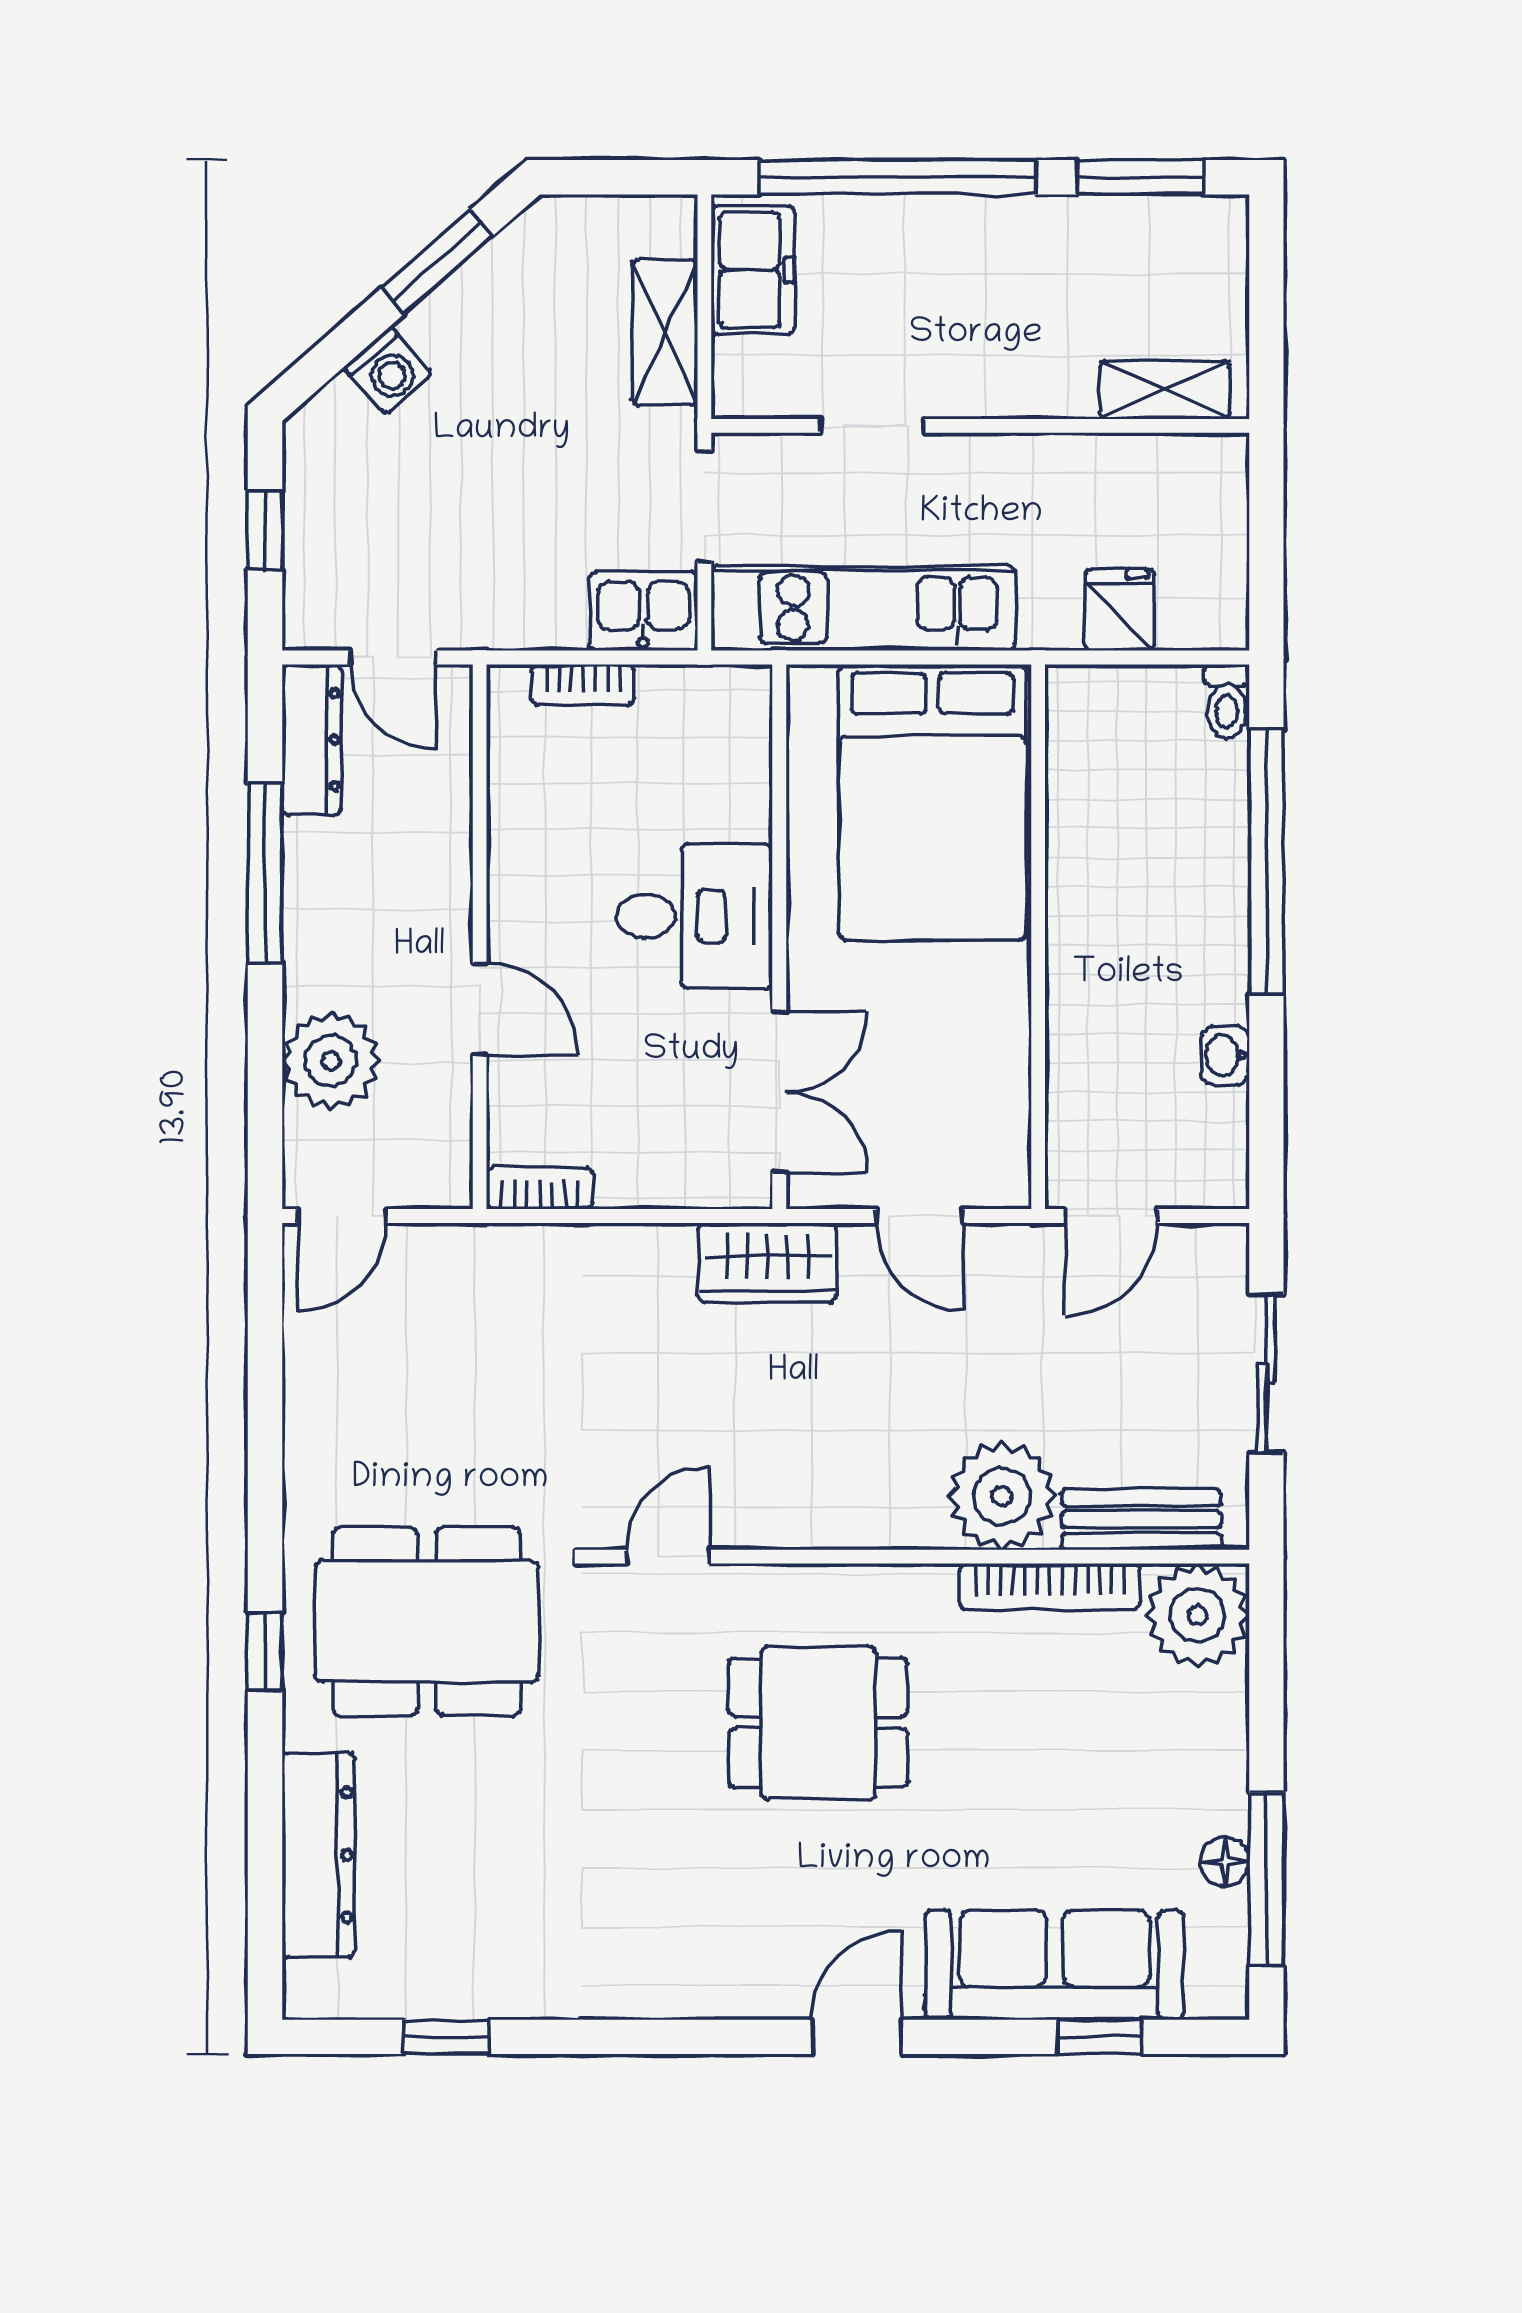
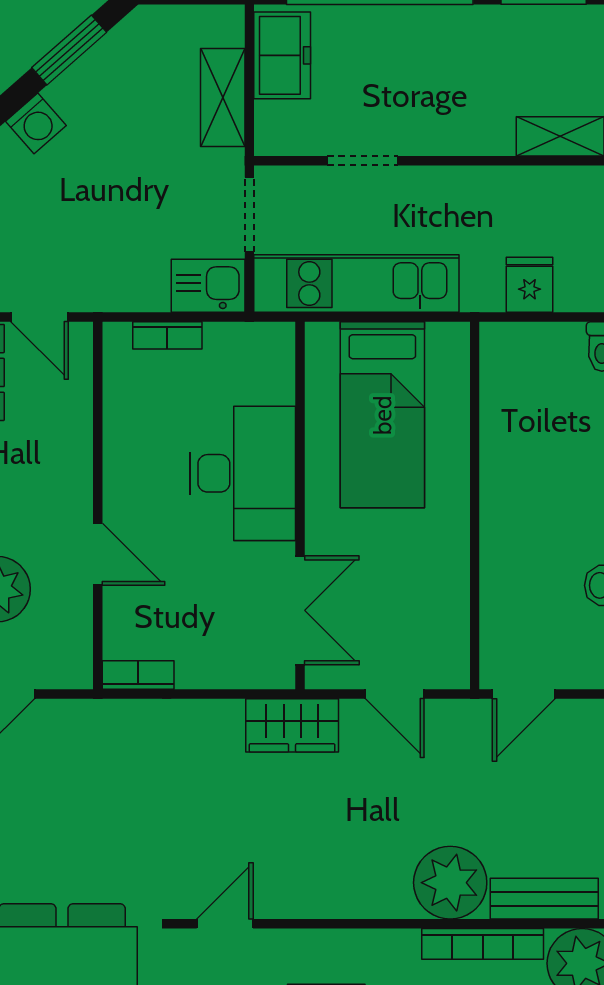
bed: (933, 802) -> (382, 415), width x0.67
desk: (694, 916) -> (242, 473), width x1.37

